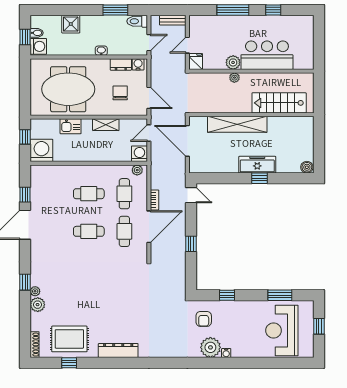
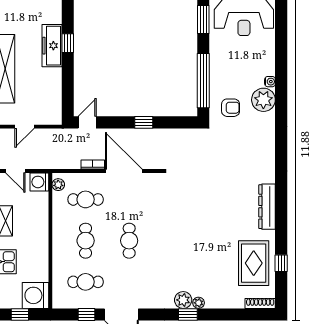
door: (187, 141) -> (25, 127), width x0.53
cafe table: (124, 231) -> (86, 282), moved
window: (227, 295) -> (203, 81), width x3.17
plant: (38, 305) -> (183, 300), moved

